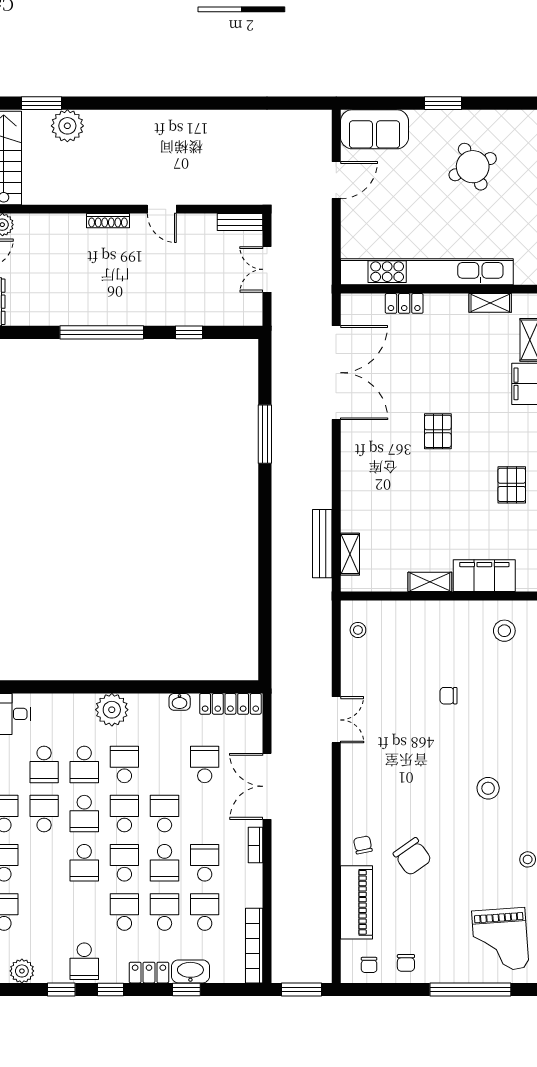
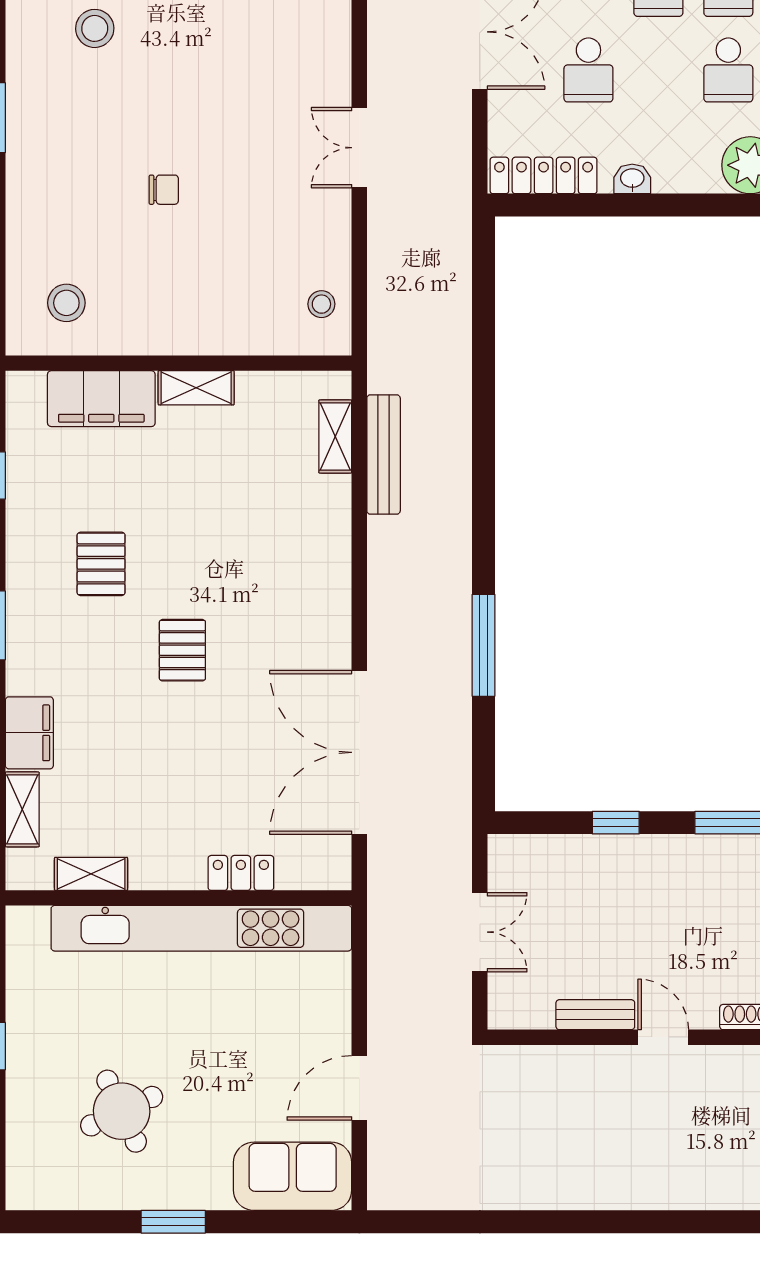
bench: (240, 222) -> (595, 1015), moved
pallet: (512, 485) -> (101, 564), moved

